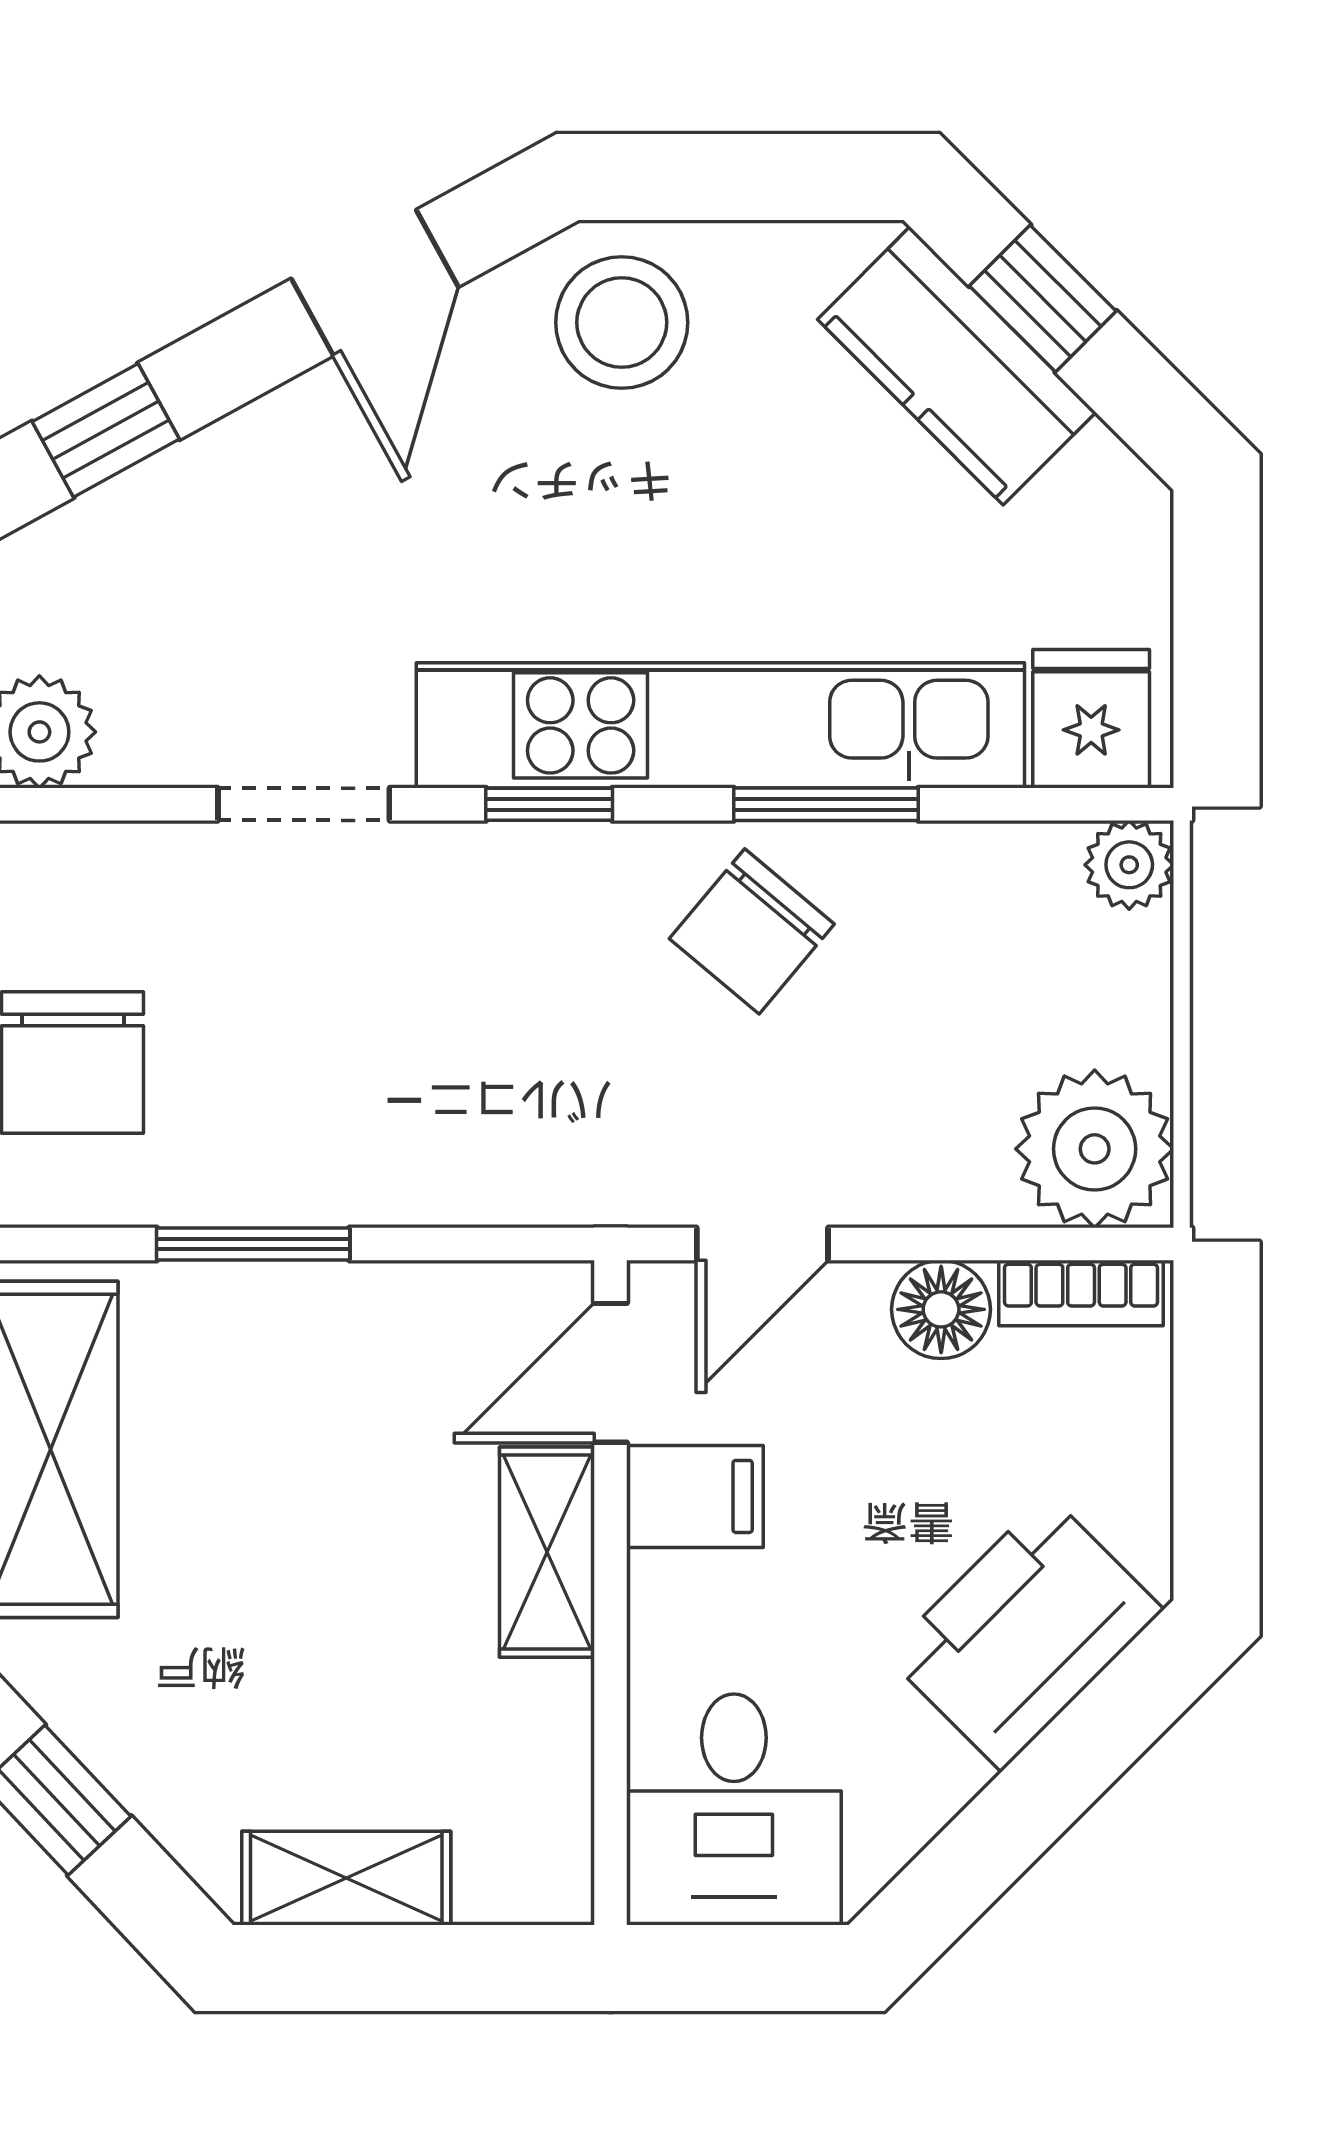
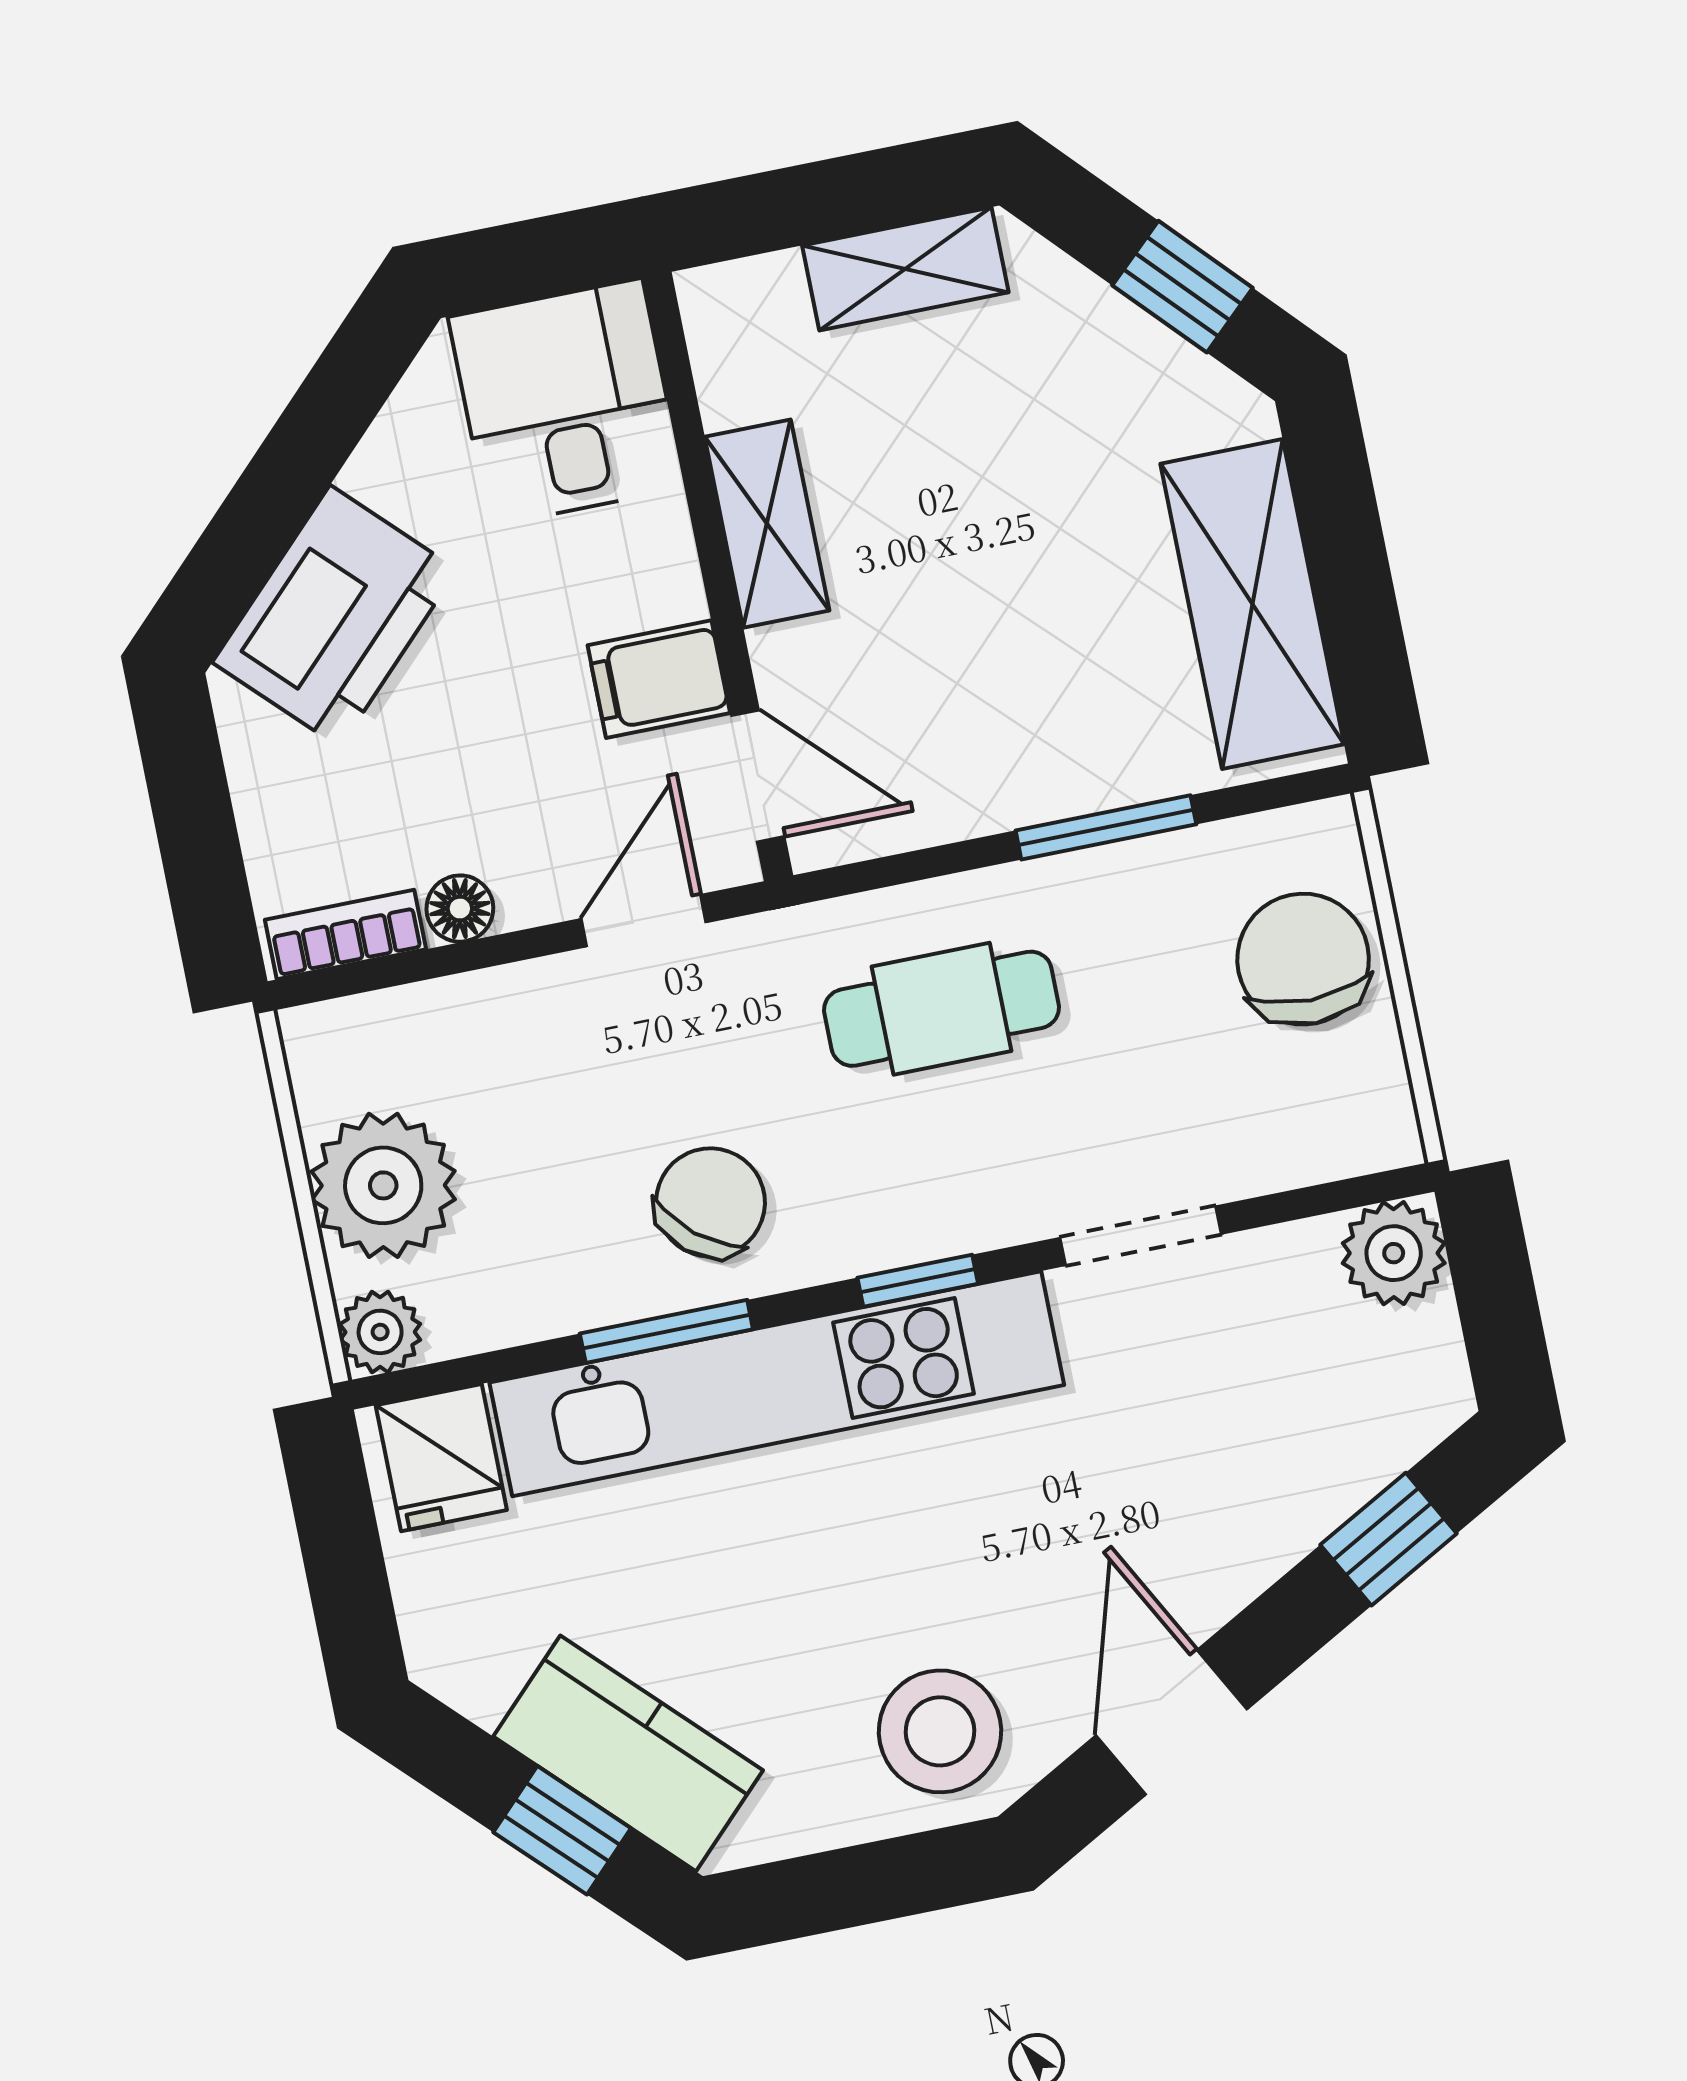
cafe table: (466, 1087) -> (942, 1009), added
plant: (1095, 1149) -> (383, 1185), moved
floor lamp: (941, 1309) -> (460, 909), width x0.73, depth x0.73
door: (611, 1373) -> (758, 776), hinge flipped
shelving: (547, 1552) -> (767, 524), moved

